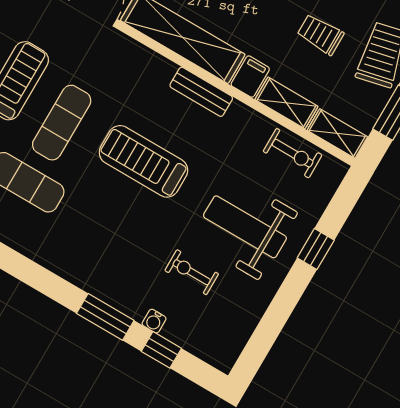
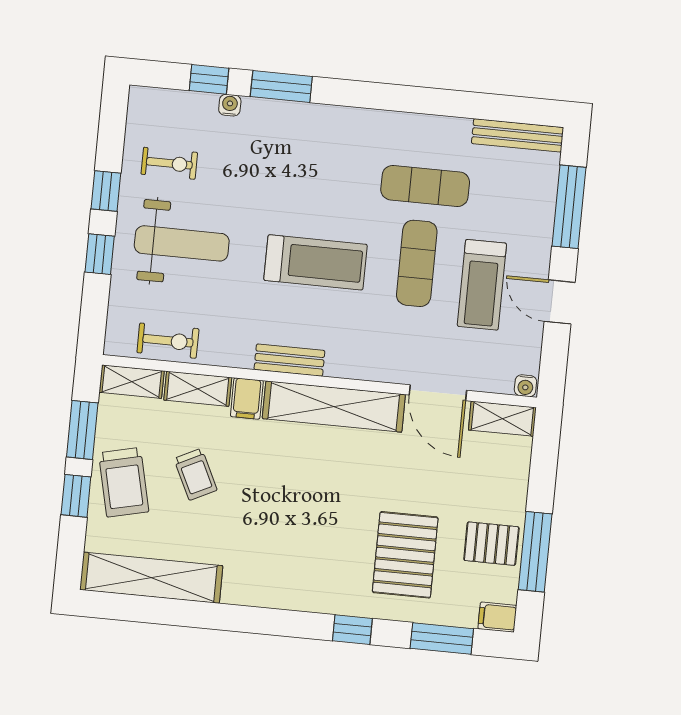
trolley: (320, 34) -> (195, 474), turned 64
exercise bike: (293, 153) -> (168, 341), turned 180
exercise bike: (192, 272) -> (169, 163), moved
window: (287, 298) -> (106, 191), added

